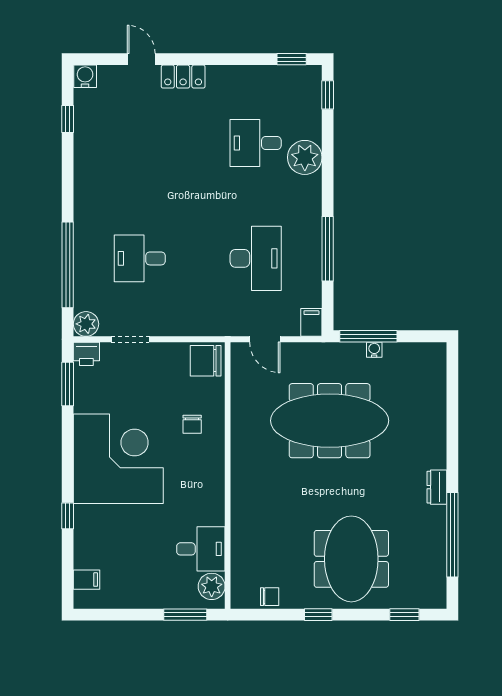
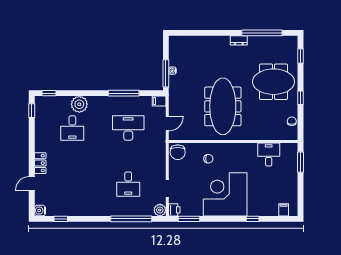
meeting table: (330, 421) -> (223, 106), moved
plant: (212, 586) -> (287, 149), removed

